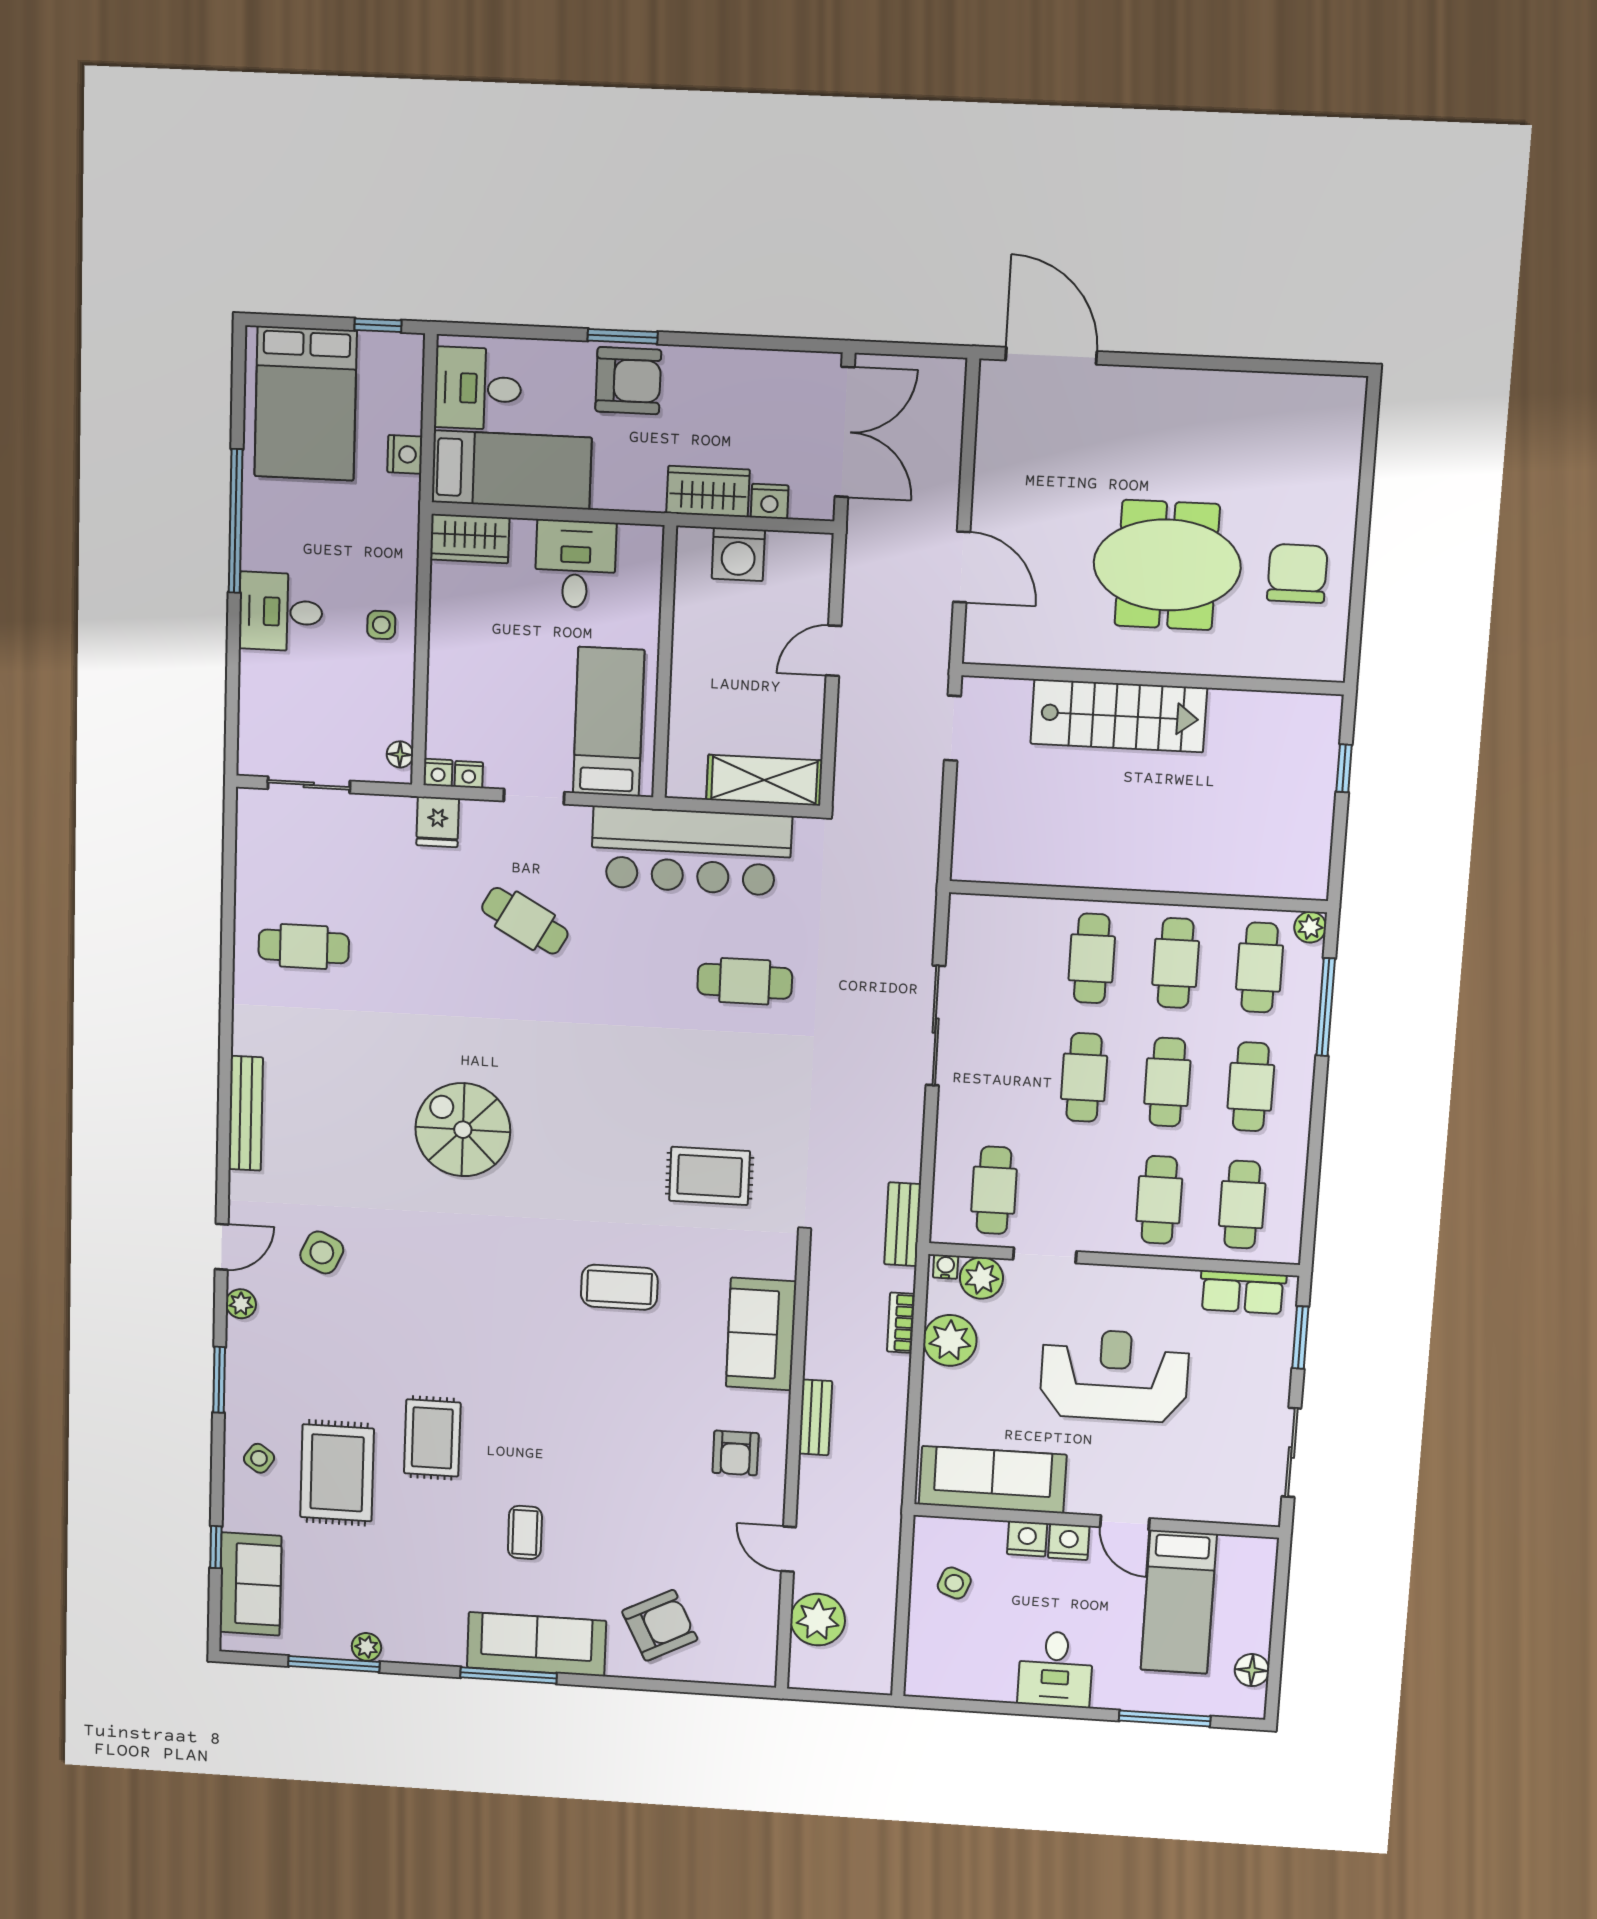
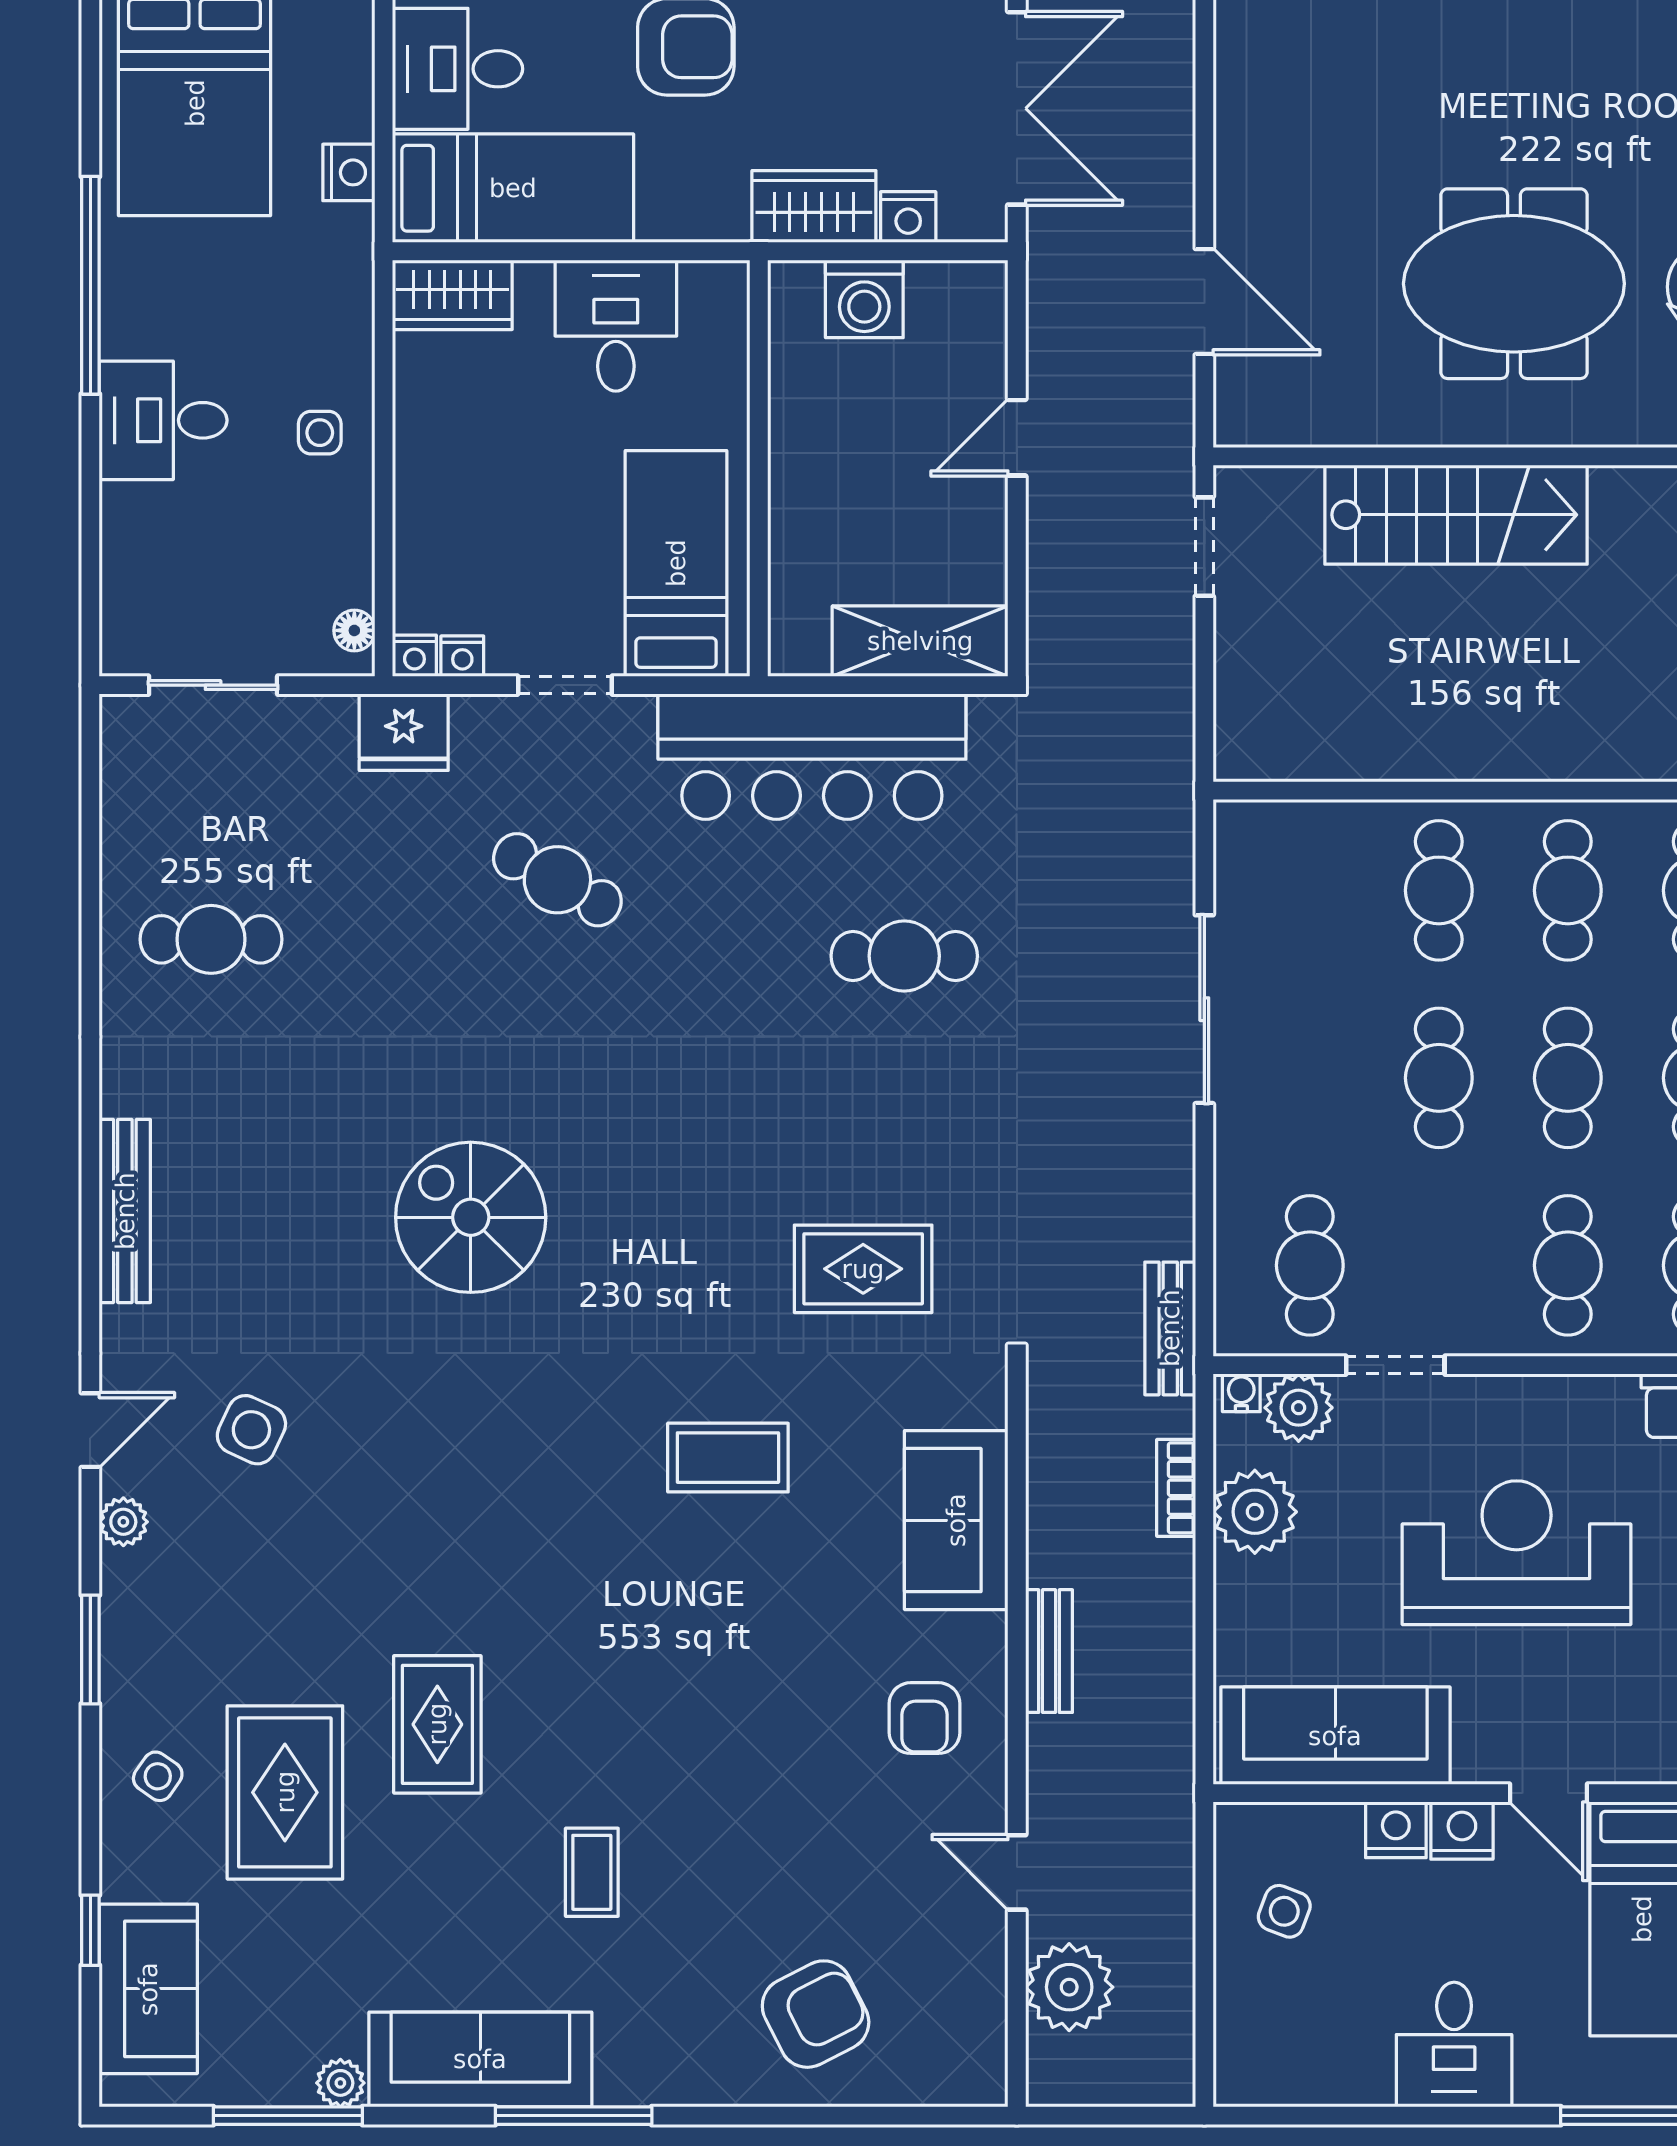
fridge: (438, 822) -> (404, 732), width x1.38
sofa: (537, 1644) -> (480, 2059), moved

